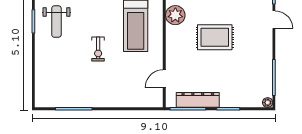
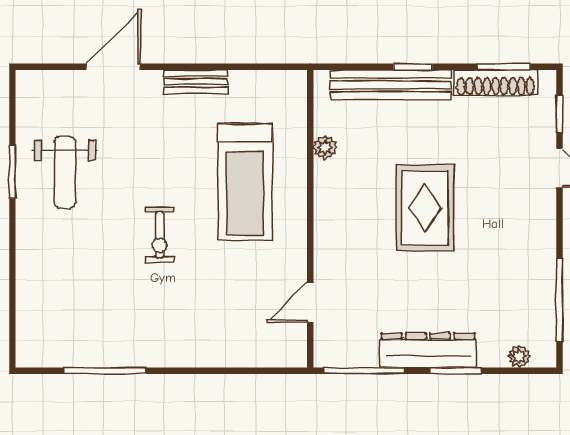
plant: (175, 15) -> (325, 147), width x0.53, depth x0.53
rug: (215, 37) -> (425, 208), turned 90
dresser: (198, 100) -> (428, 350), moved
plant: (268, 103) -> (519, 356), moved

